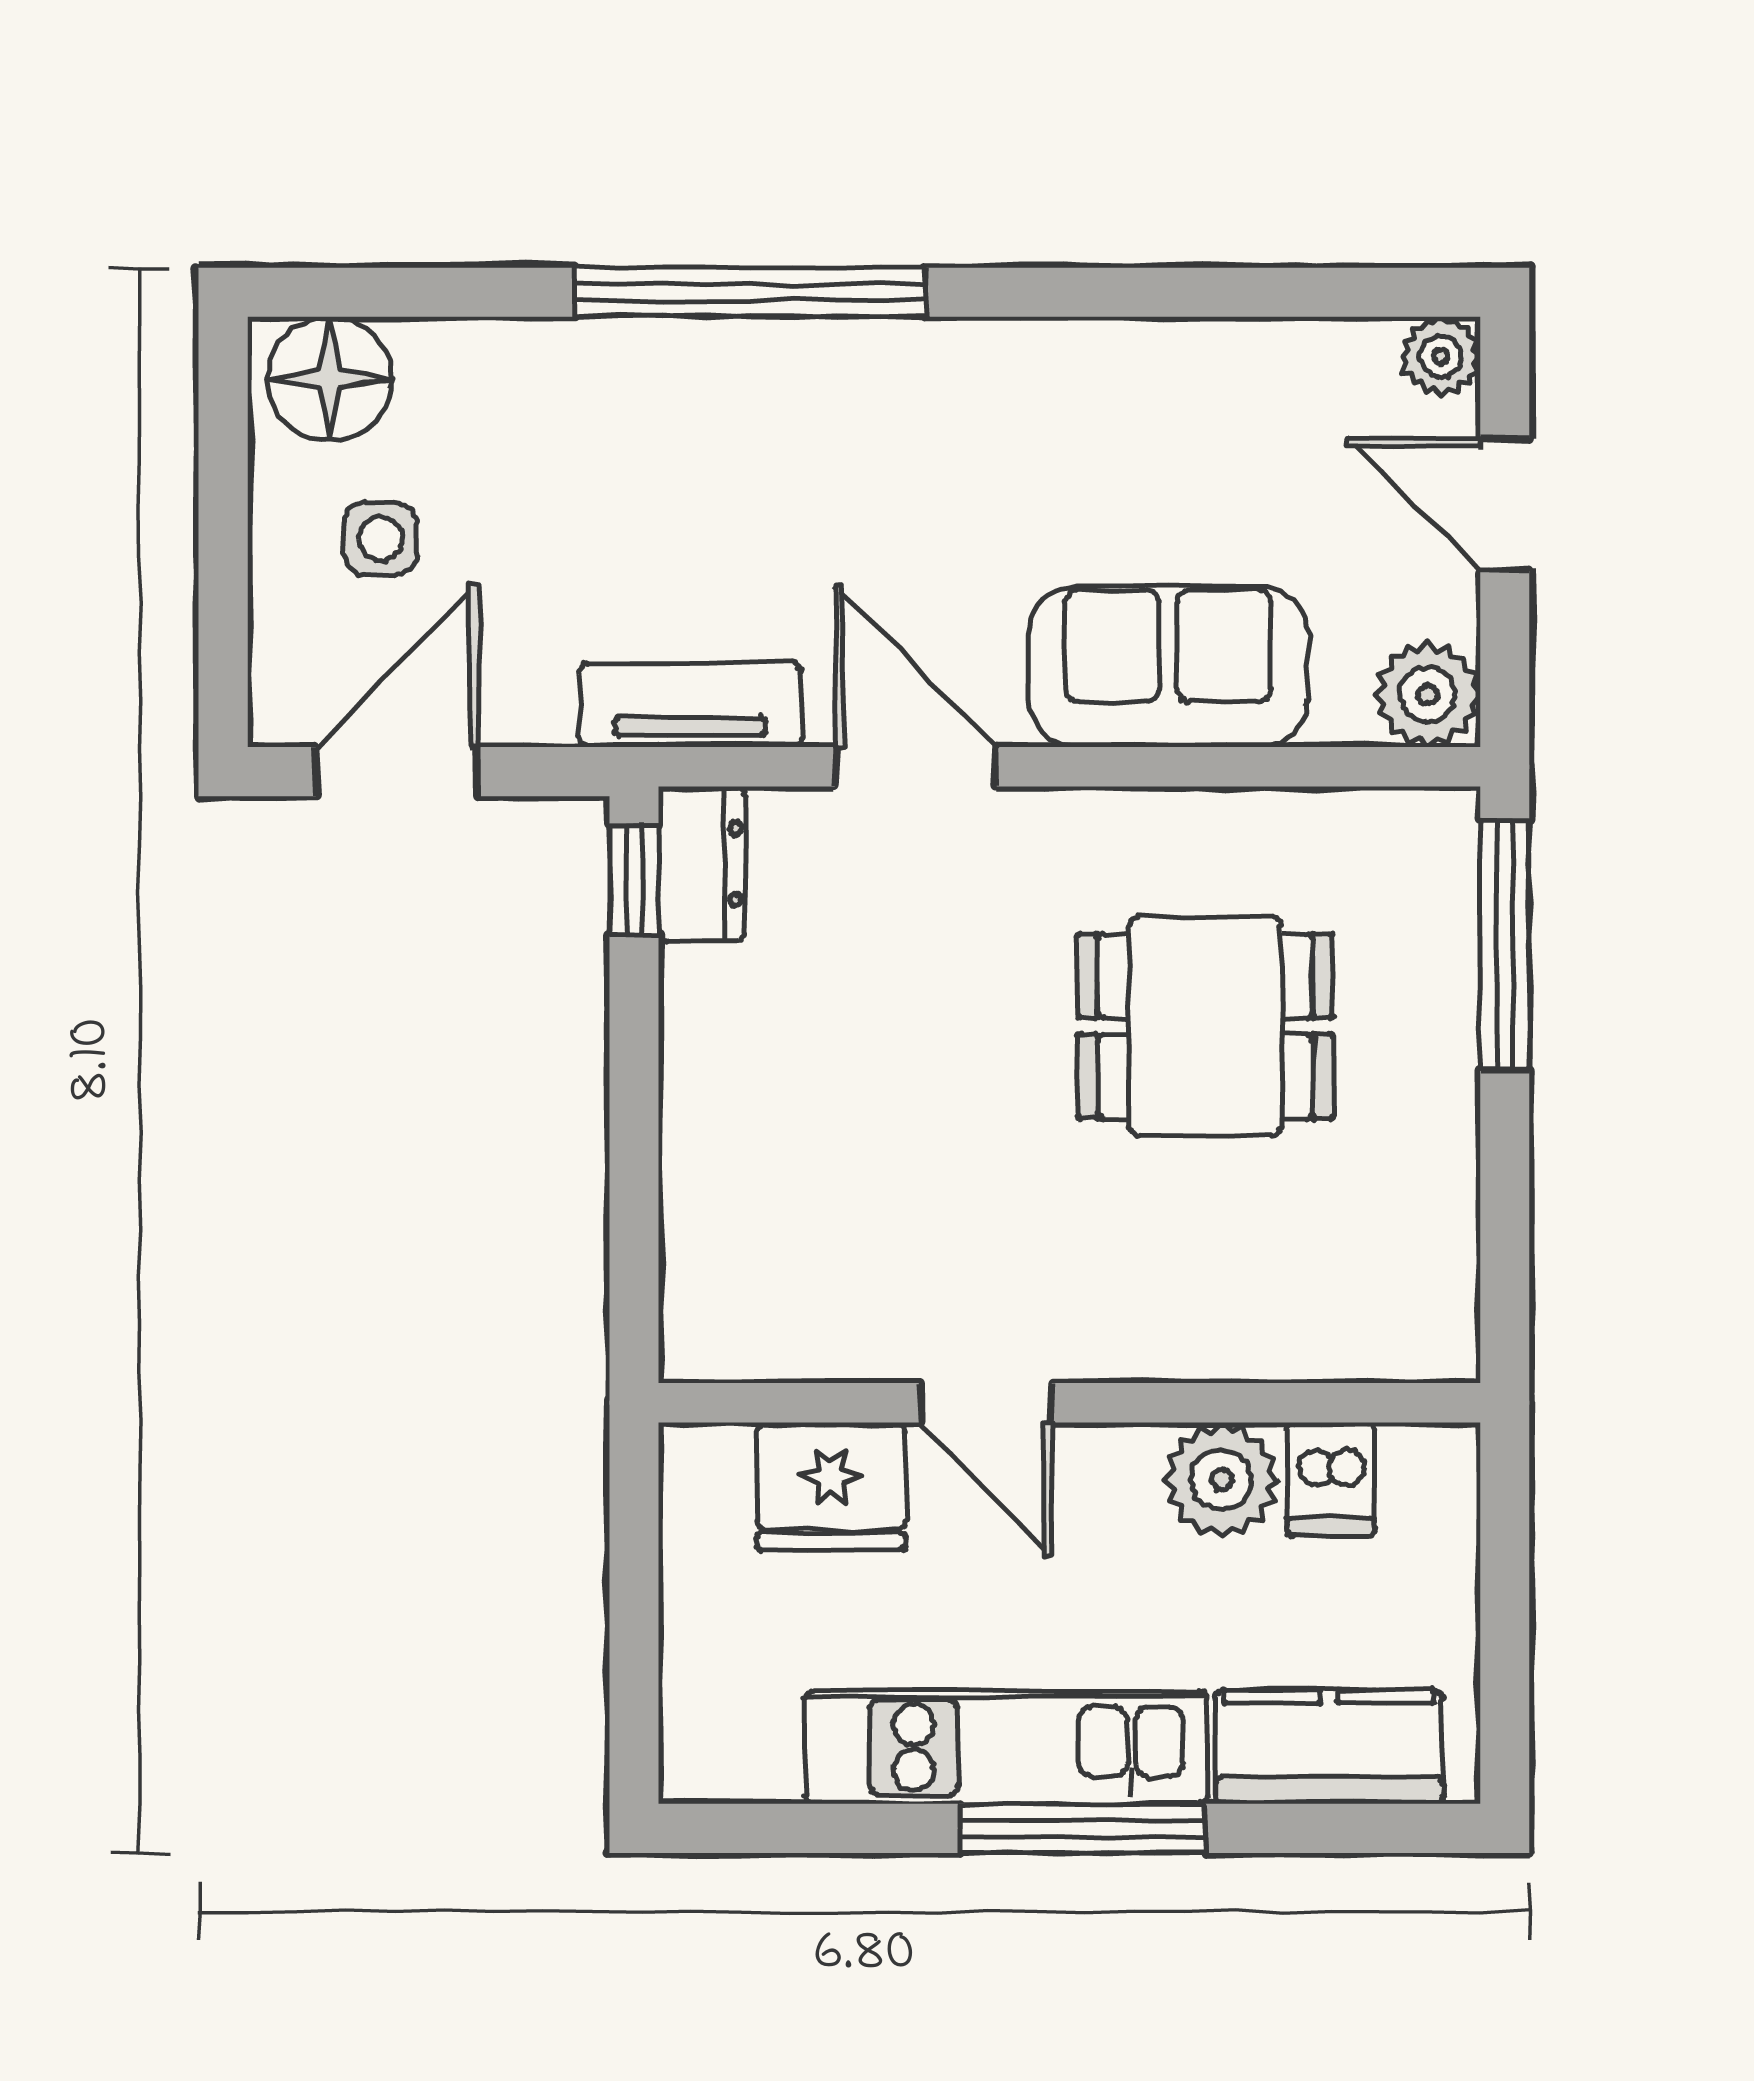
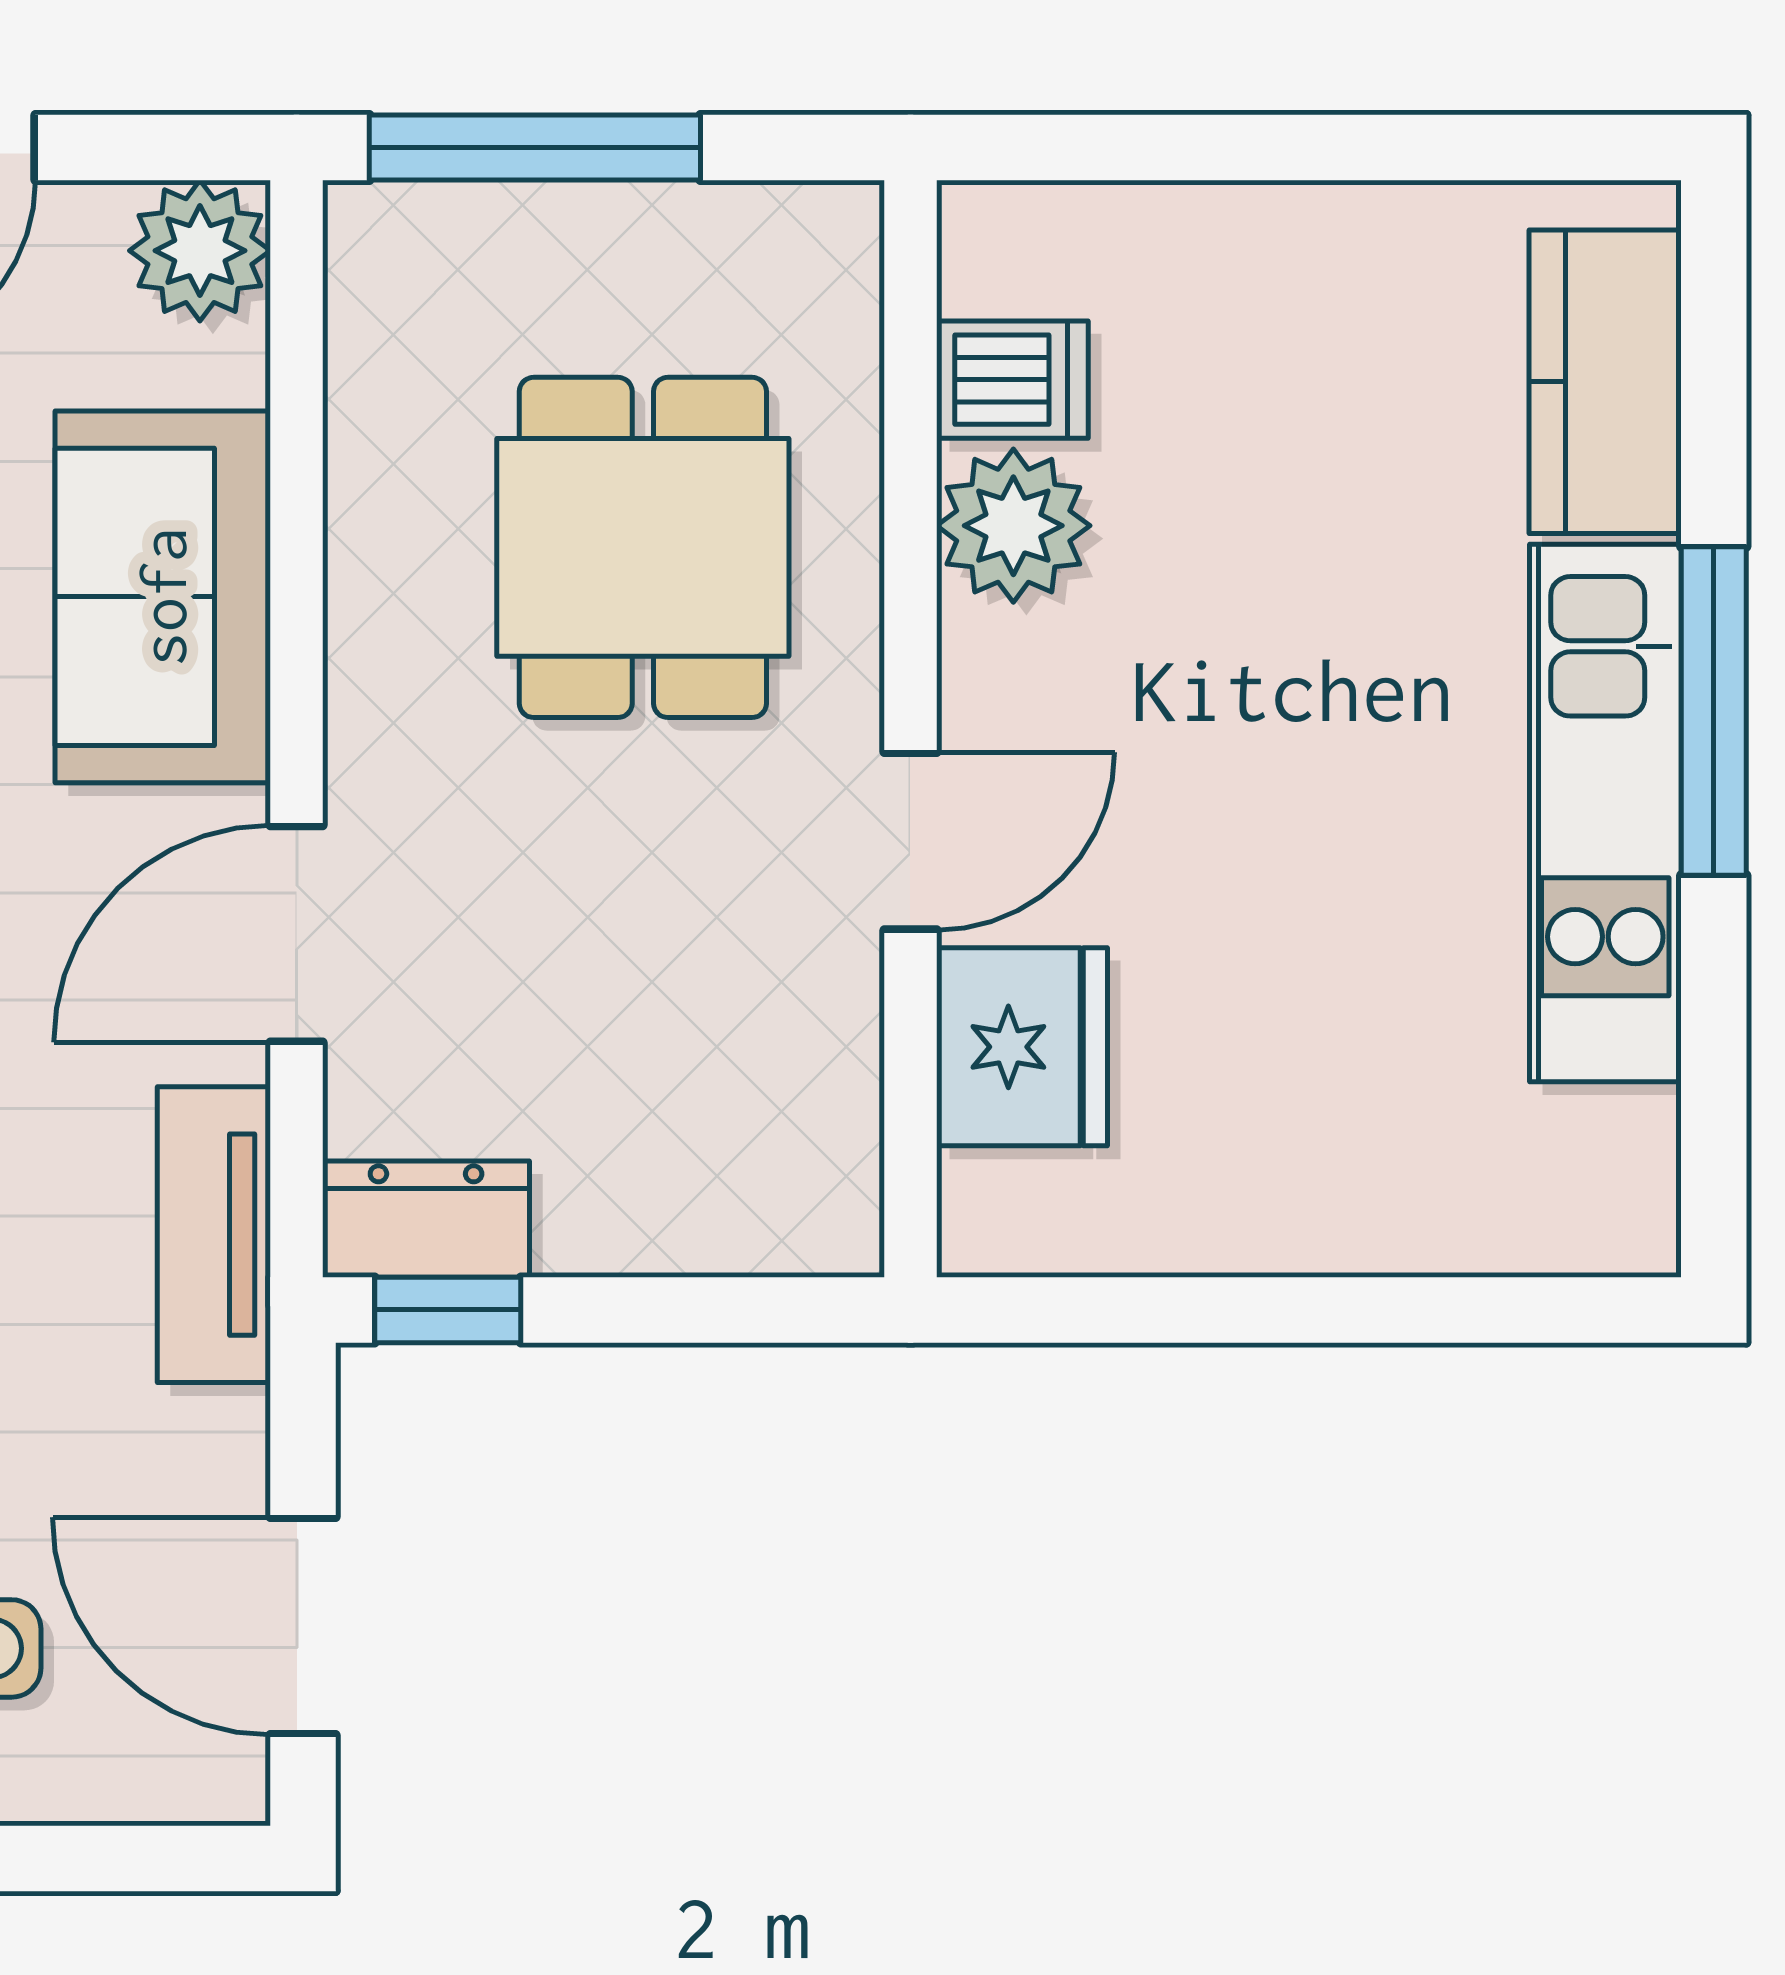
door: (985, 1403) -> (910, 841), moved
wall: (1069, 1403) -> (910, 729), moved
dishwasher: (1331, 1479) -> (1012, 380), moved
plant: (1221, 1480) -> (1013, 526), moved
fridge: (831, 1486) -> (1022, 1047), moved

